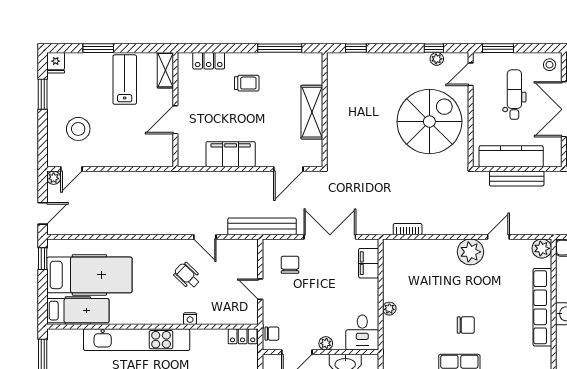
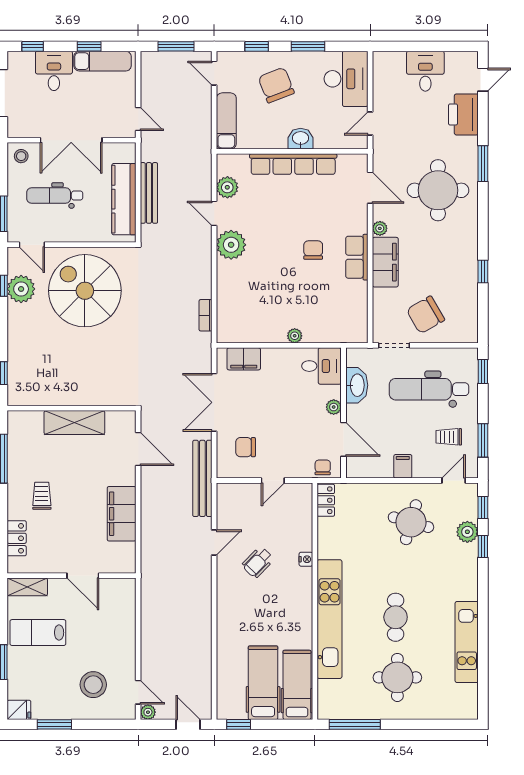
plant: (437, 59) -> (21, 289), width x1.88, depth x1.88
plant: (542, 248) -> (227, 187), moved
hospital bed: (89, 275) -> (263, 683), width x0.73, depth x0.78

